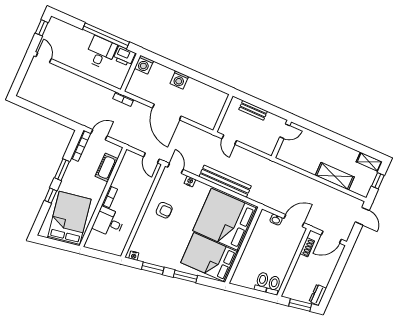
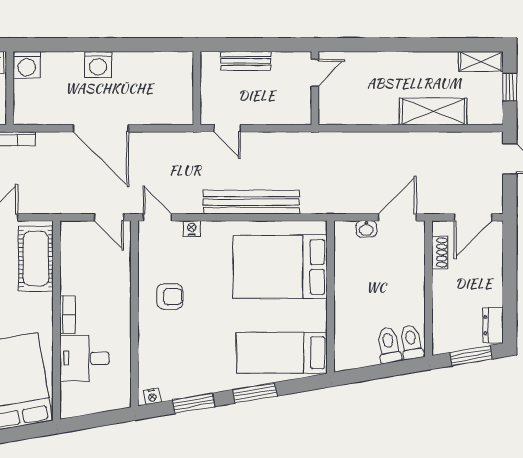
cot: (107, 168) -> (36, 259), width x1.37, depth x1.34
bed: (225, 220) -> (280, 267), width x0.73
bed: (210, 257) -> (282, 353), width x0.67

